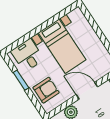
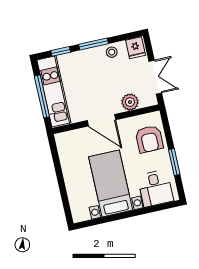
armchair: (46, 90) -> (149, 139), turned -90

